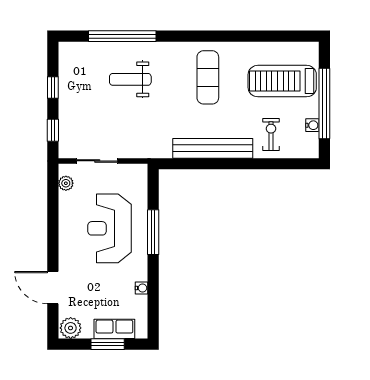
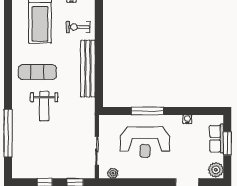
weight bench: (130, 79) -> (44, 106), moved

